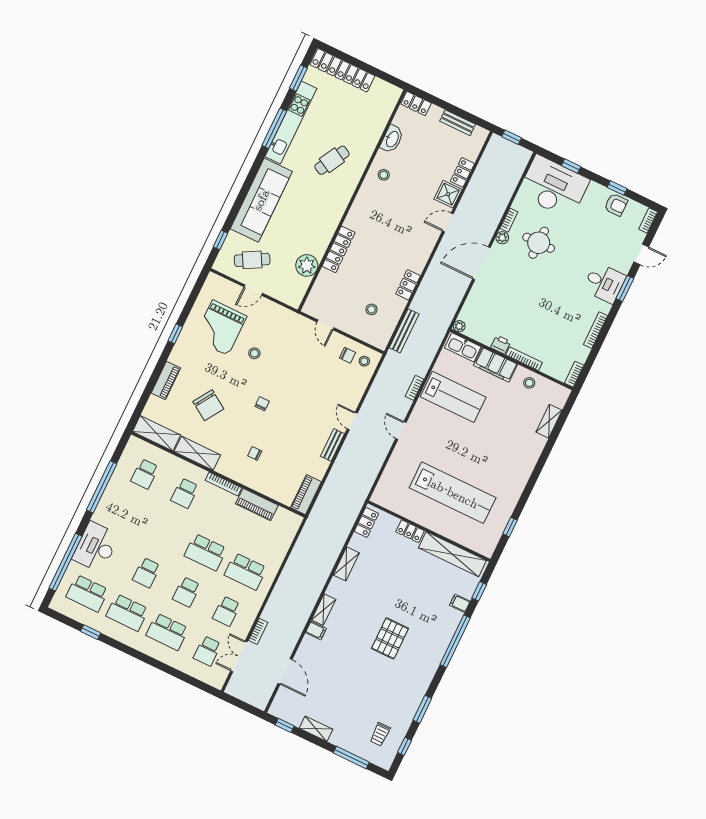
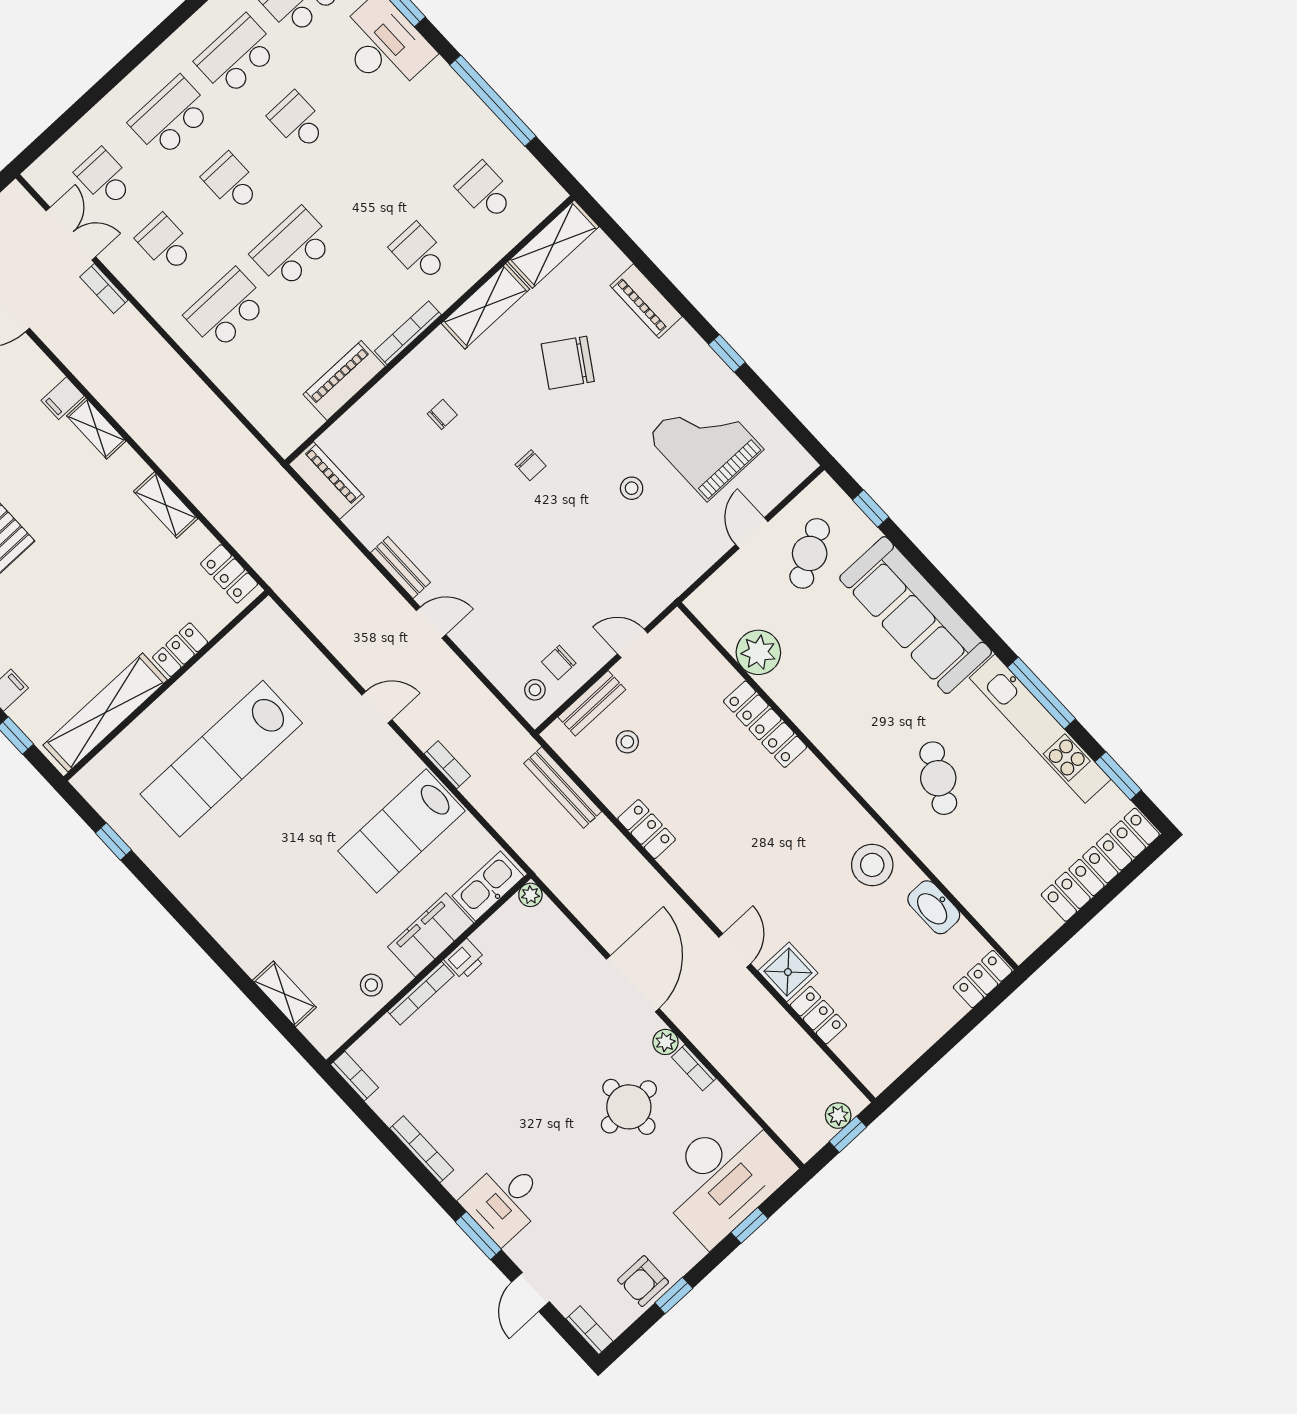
bench: (458, 123) -> (592, 703), moved
plant: (505, 145) -> (838, 1116), added
stool: (384, 175) -> (872, 865), width x1.89, depth x1.89

